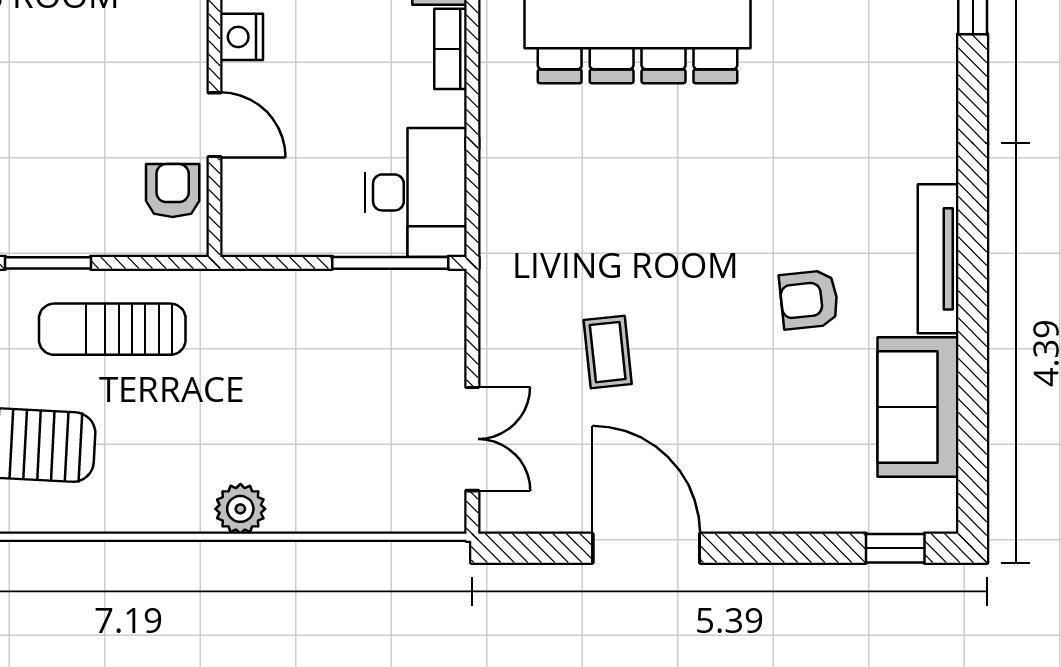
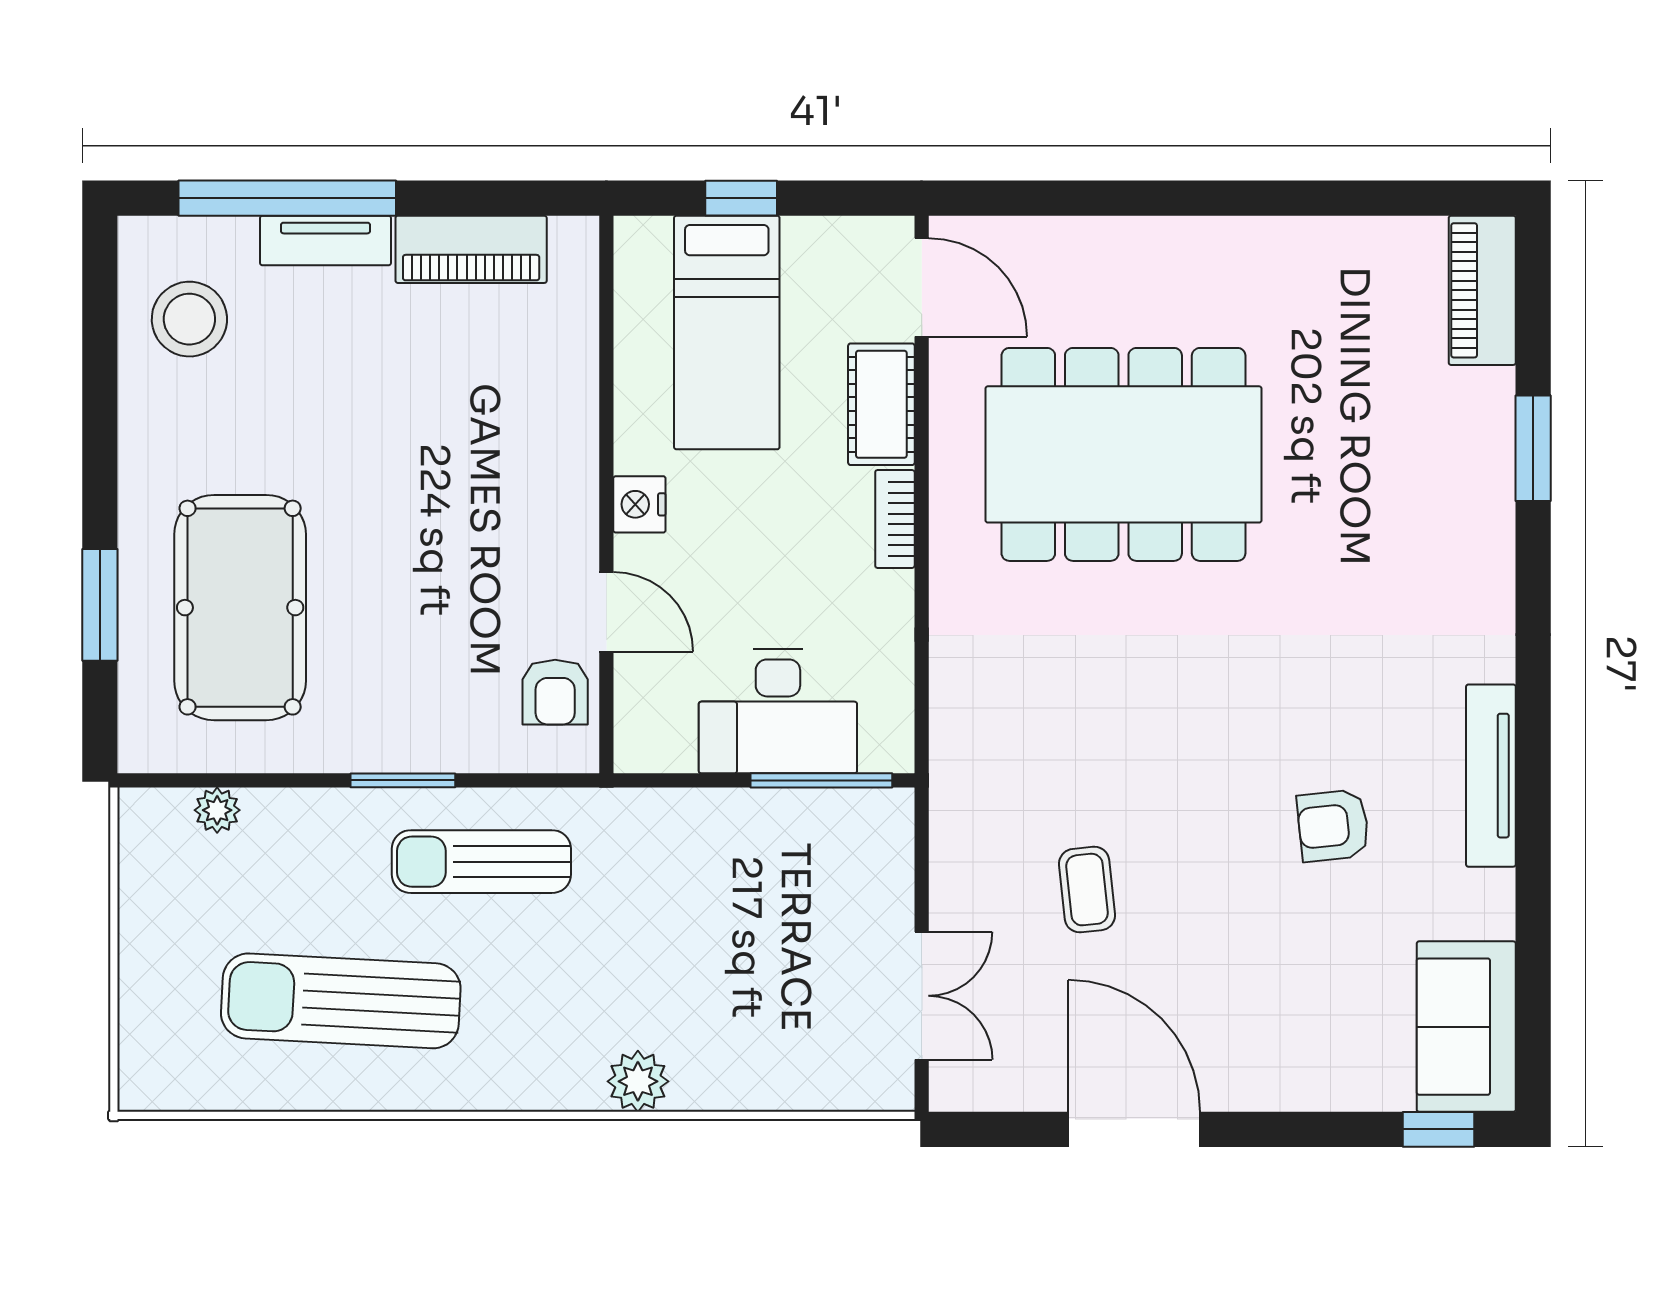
armchair: (173, 190) -> (555, 692), turned 180
desk: (416, 192) -> (778, 711), moved, turned 90
sofa: (918, 407) -> (1466, 1027), moved

